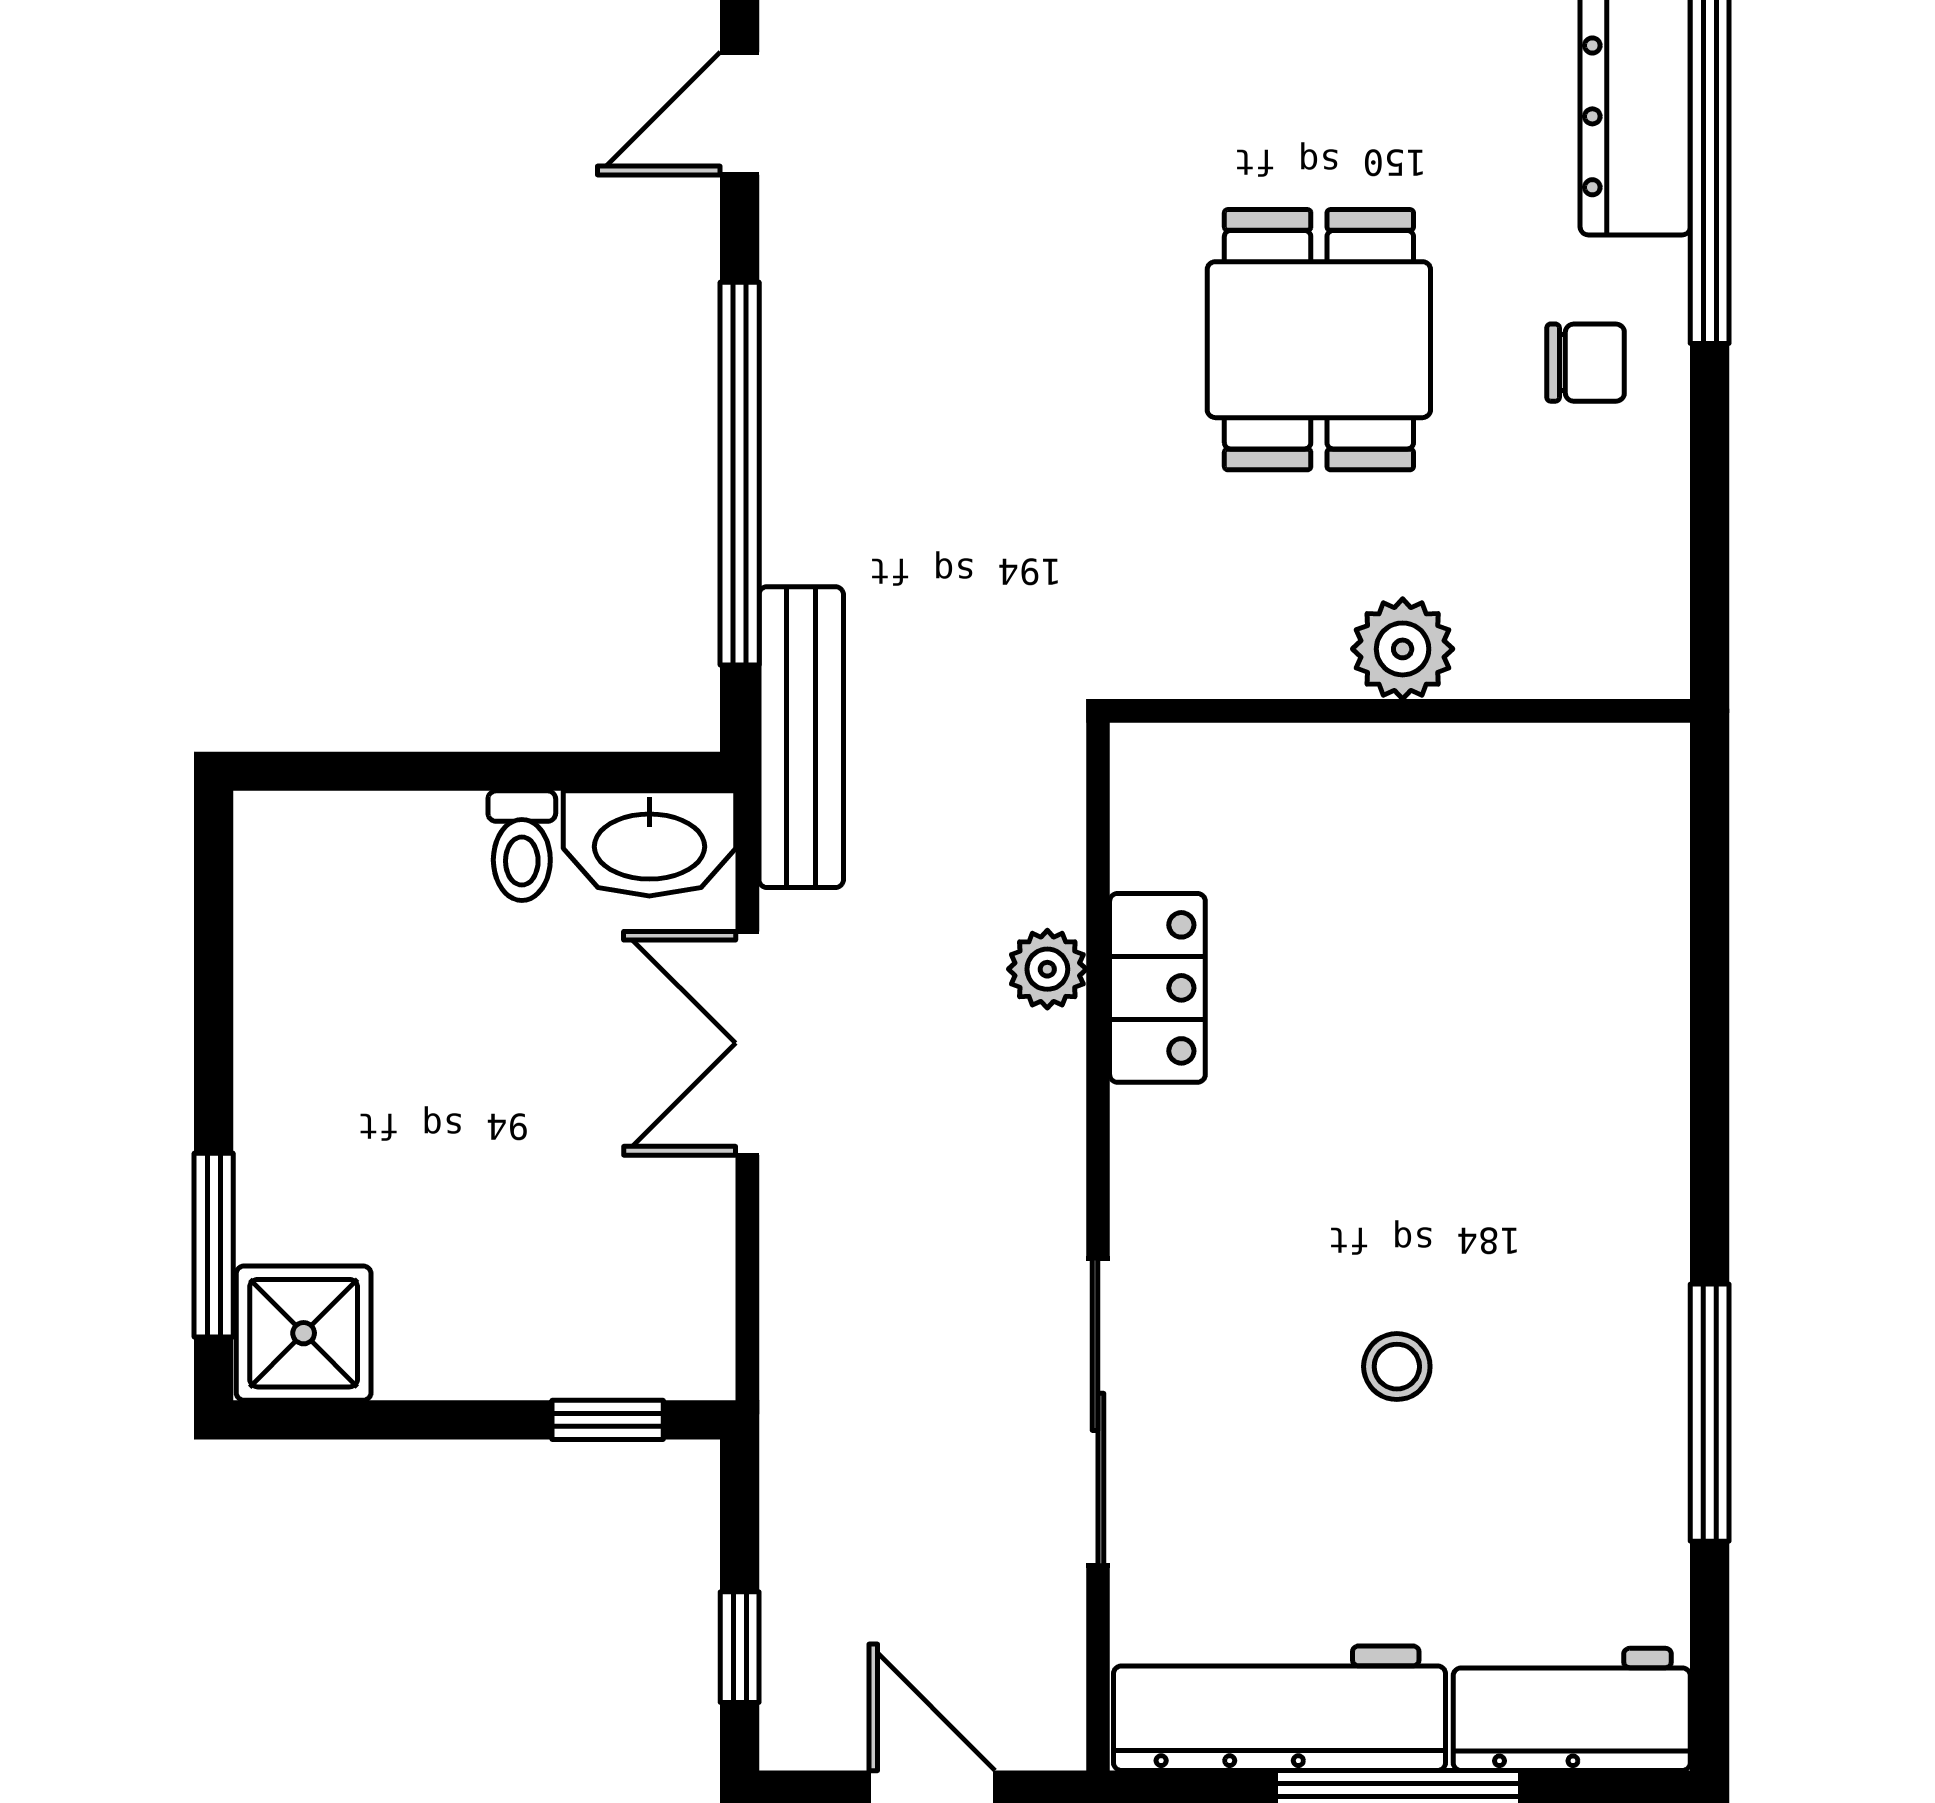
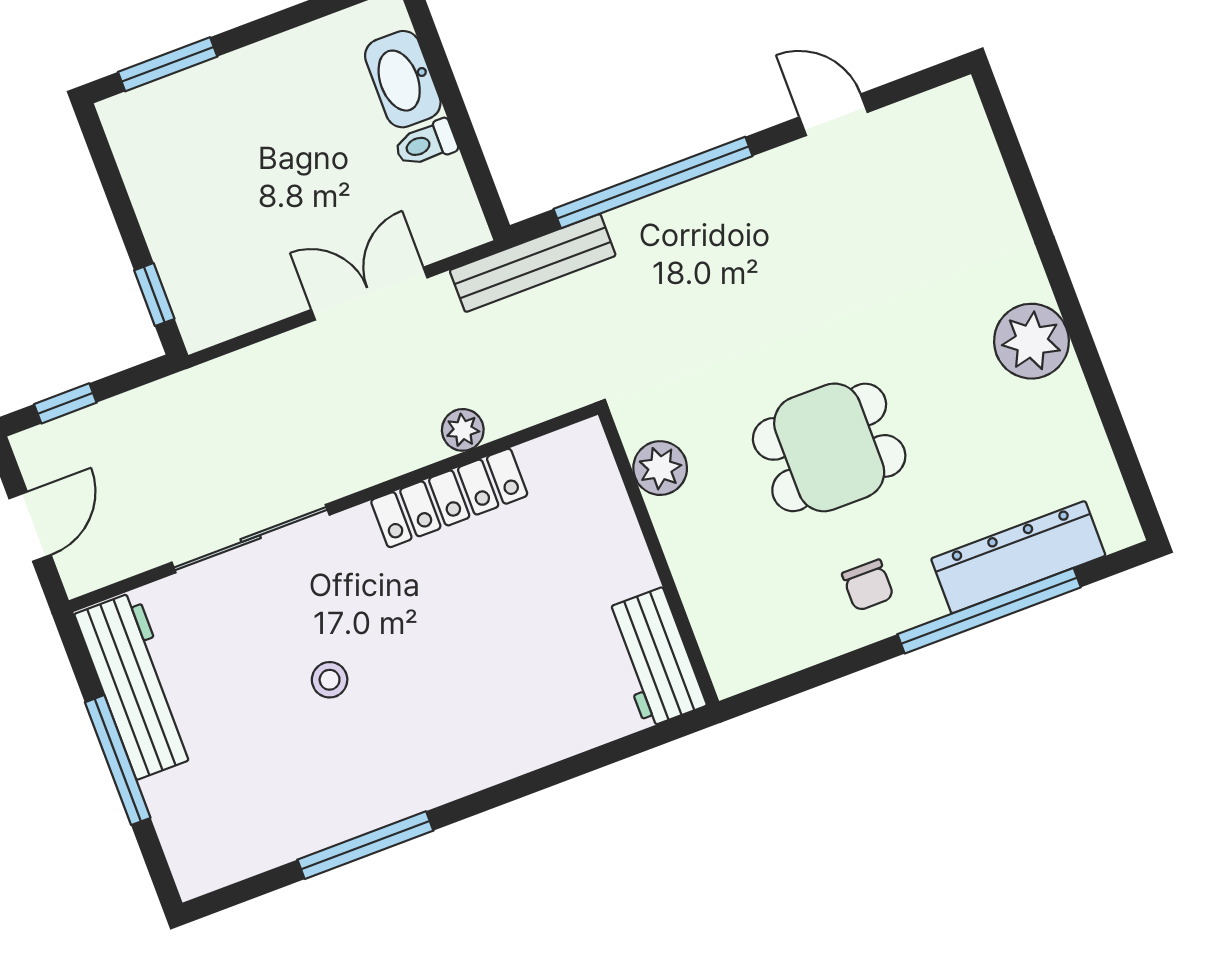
plant: (1403, 649) -> (660, 468), moved
washbasin: (649, 843) -> (403, 79), moved
locker: (1157, 988) -> (449, 498), width x1.53
shower: (304, 1333) -> (141, 126), removed
workbench: (1572, 1709) -> (654, 658), moved, turned 180

